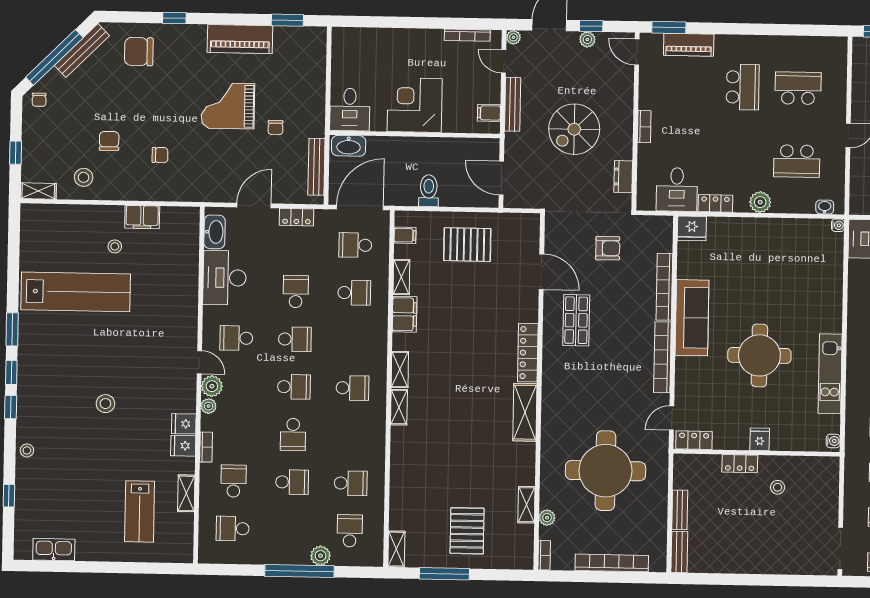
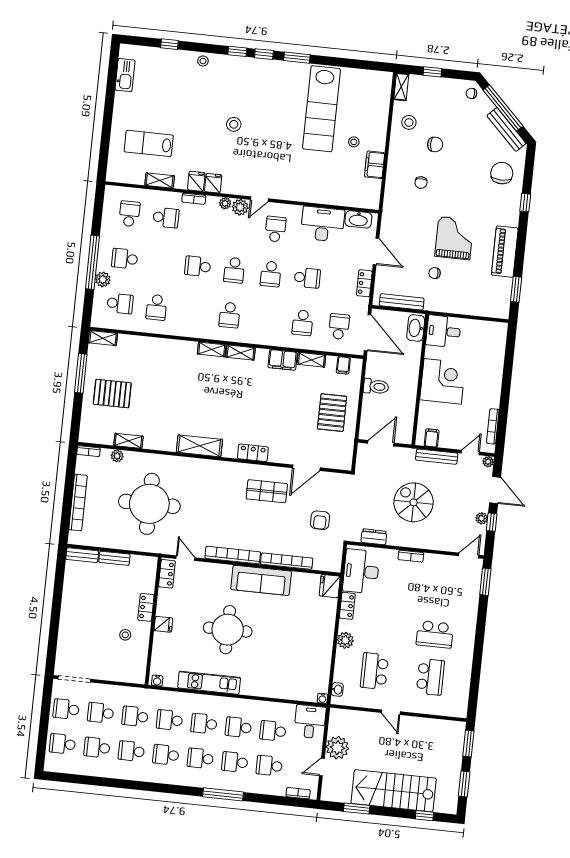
piano: (689, 45) -> (471, 596), removed
desk: (677, 189) -> (361, 571), width x1.37
locker: (528, 353) -> (253, 453), width x0.66
school desk: (292, 482) -> (125, 259), moved, turned 90

